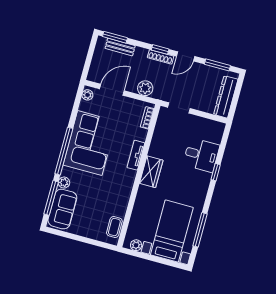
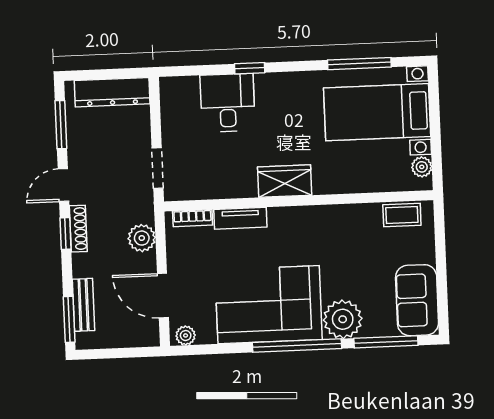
door: (186, 56) -> (63, 185), swing flipped
tv unit: (136, 155) -> (240, 218), moved
plant: (64, 183) -> (343, 319), width x1.87, depth x1.87
sofa: (62, 209) -> (417, 300), moved, turned -90

